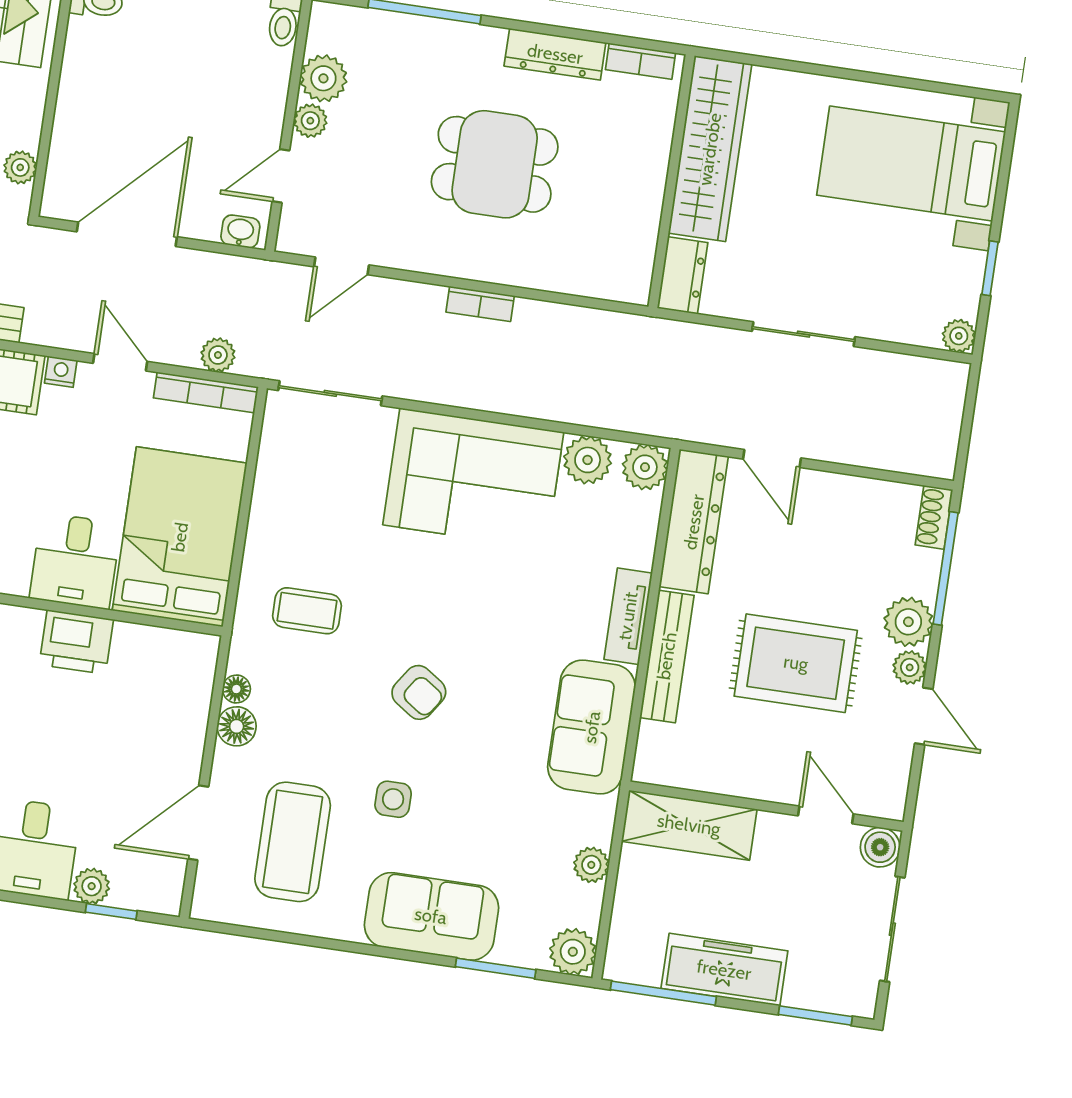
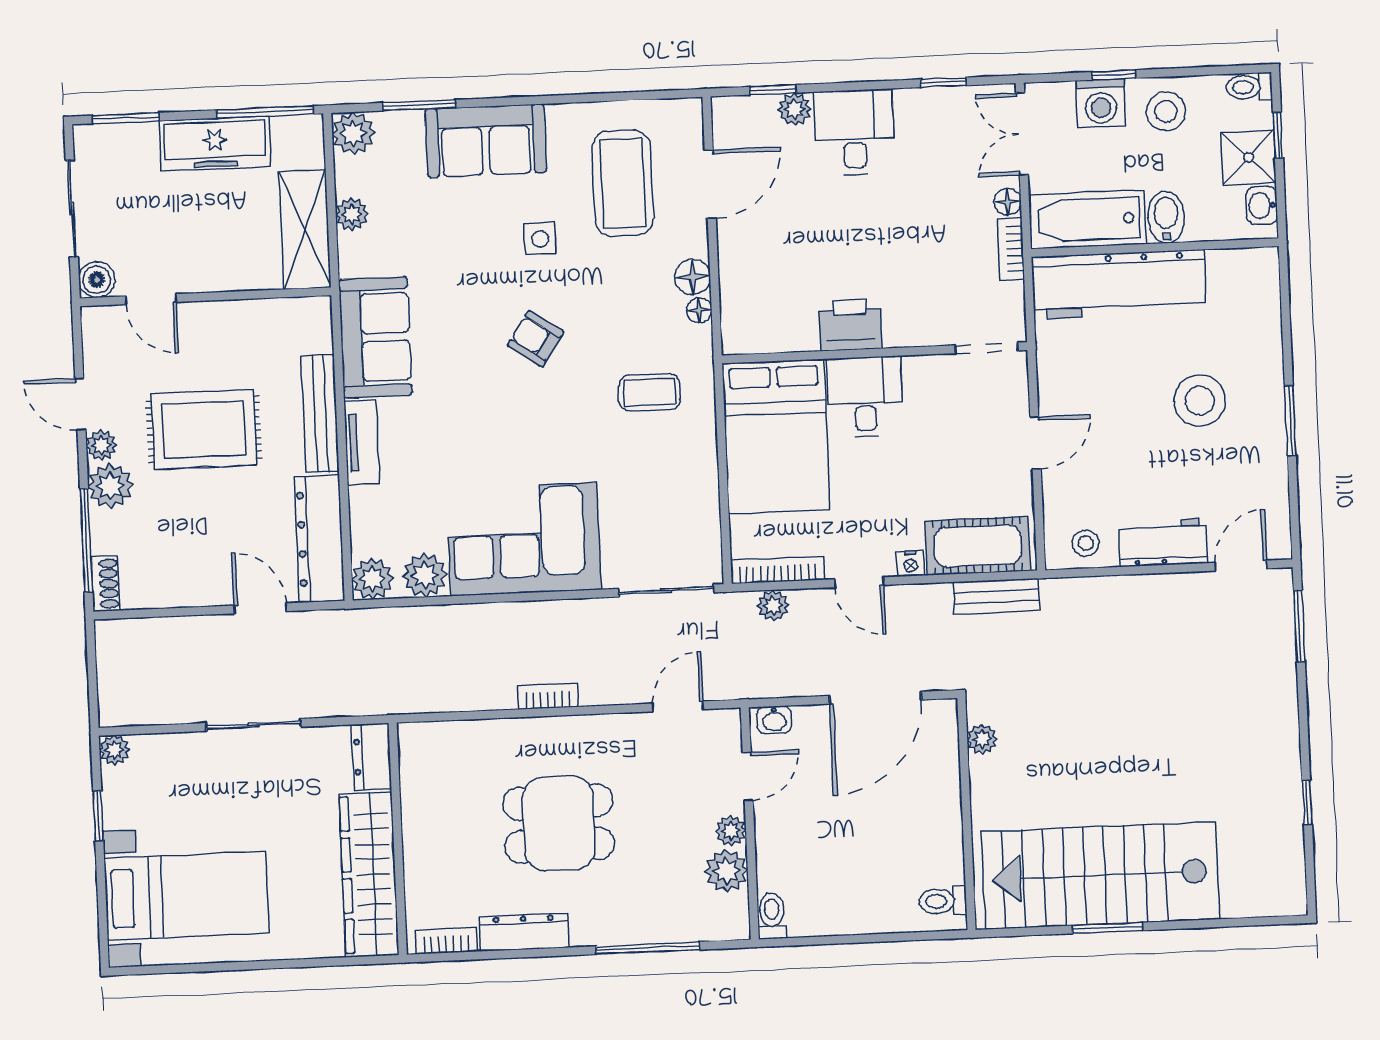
shelving: (689, 825) -> (305, 230), moved, turned 90

